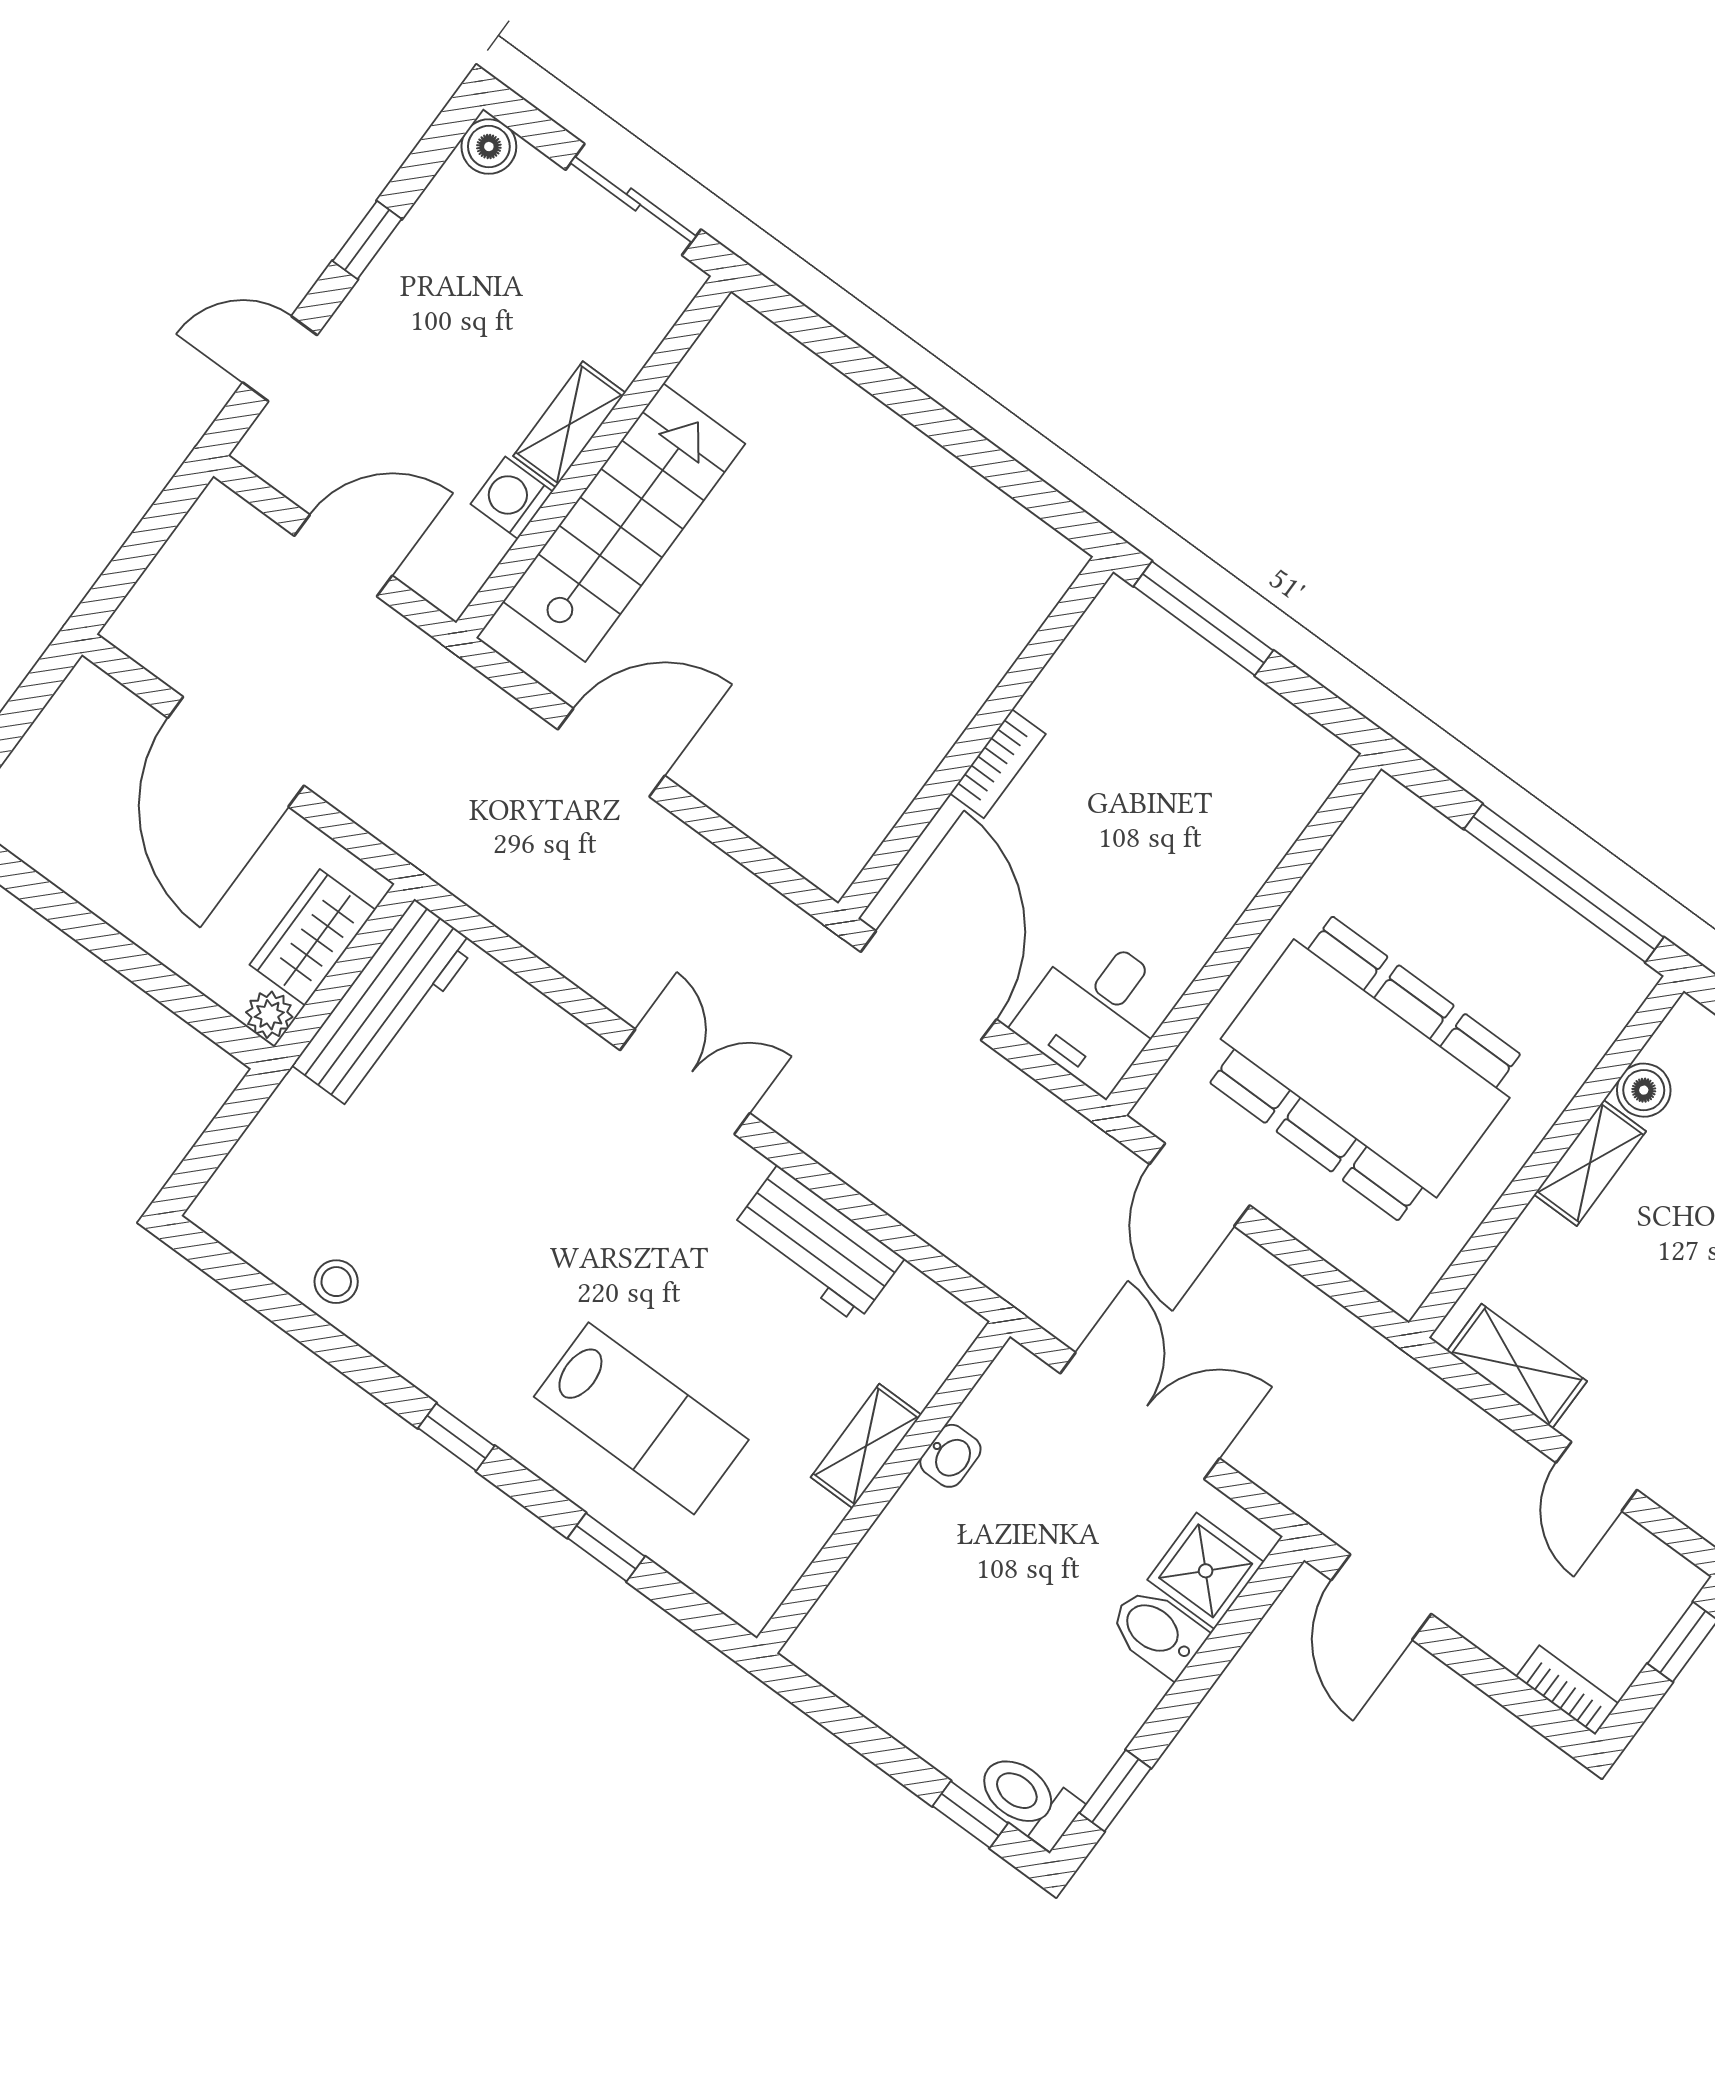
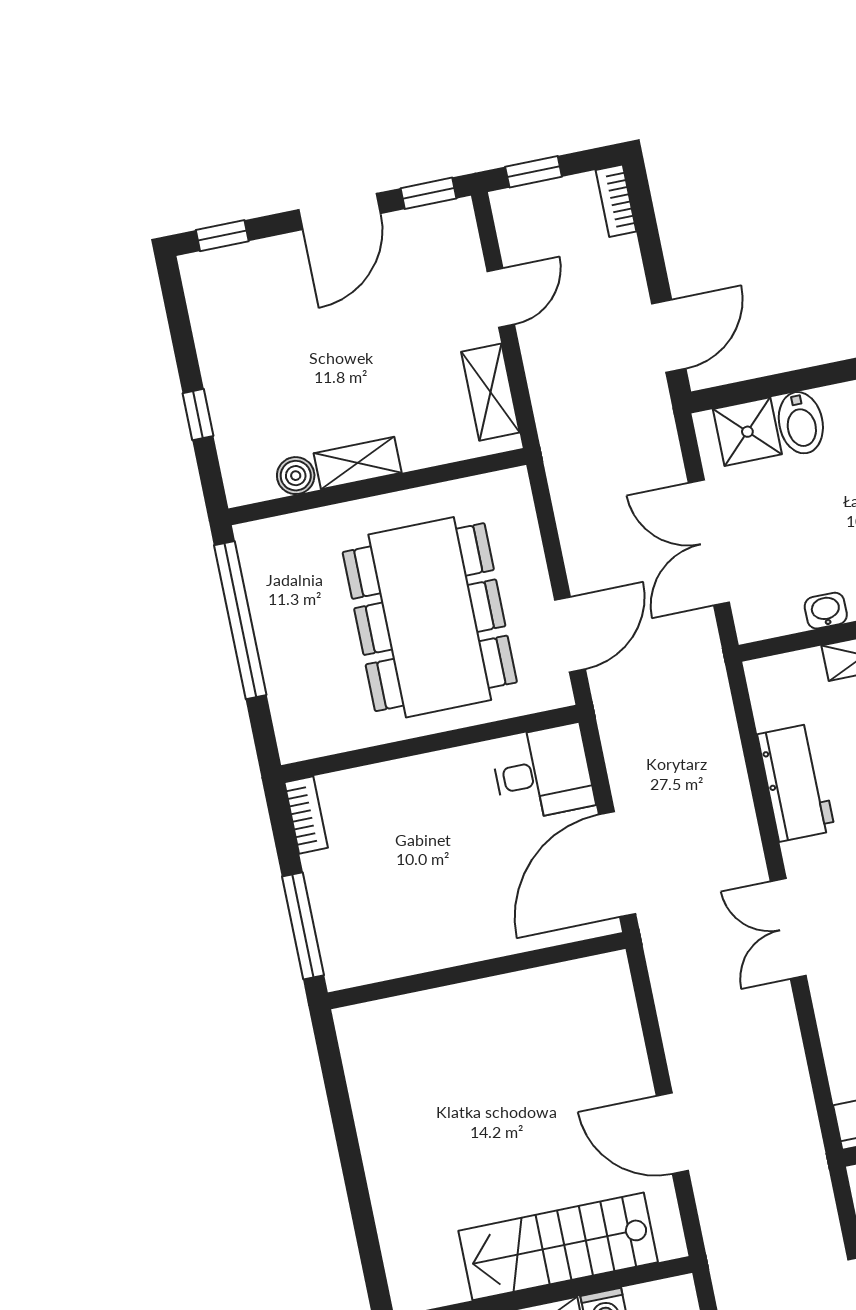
bookcase: (998, 764) -> (306, 815), moved, turned 90

